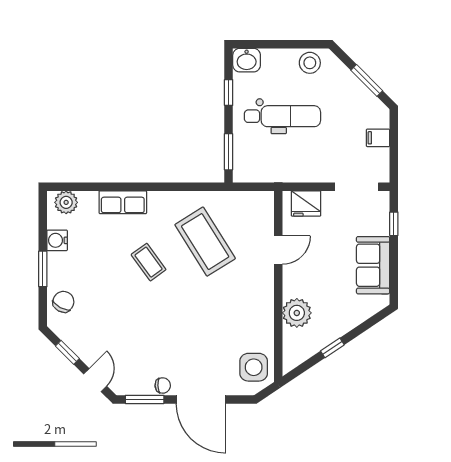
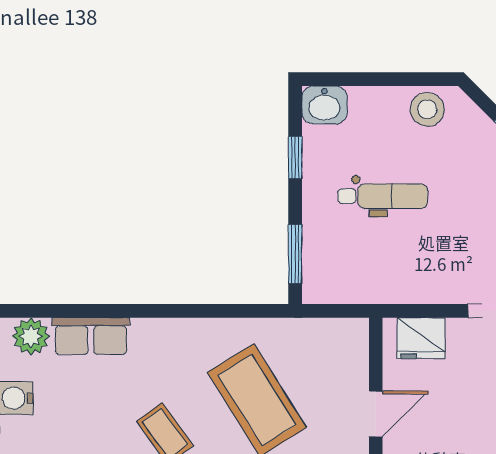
dental chair: (282, 116) -> (383, 196), width x0.73, depth x0.72
row of seats: (123, 202) -> (91, 336), moved

